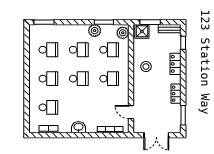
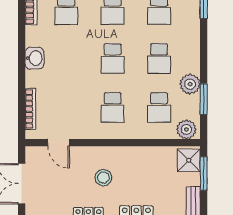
stool: (146, 67) -> (103, 178), moved
door: (131, 112) -> (59, 143), swing flipped

